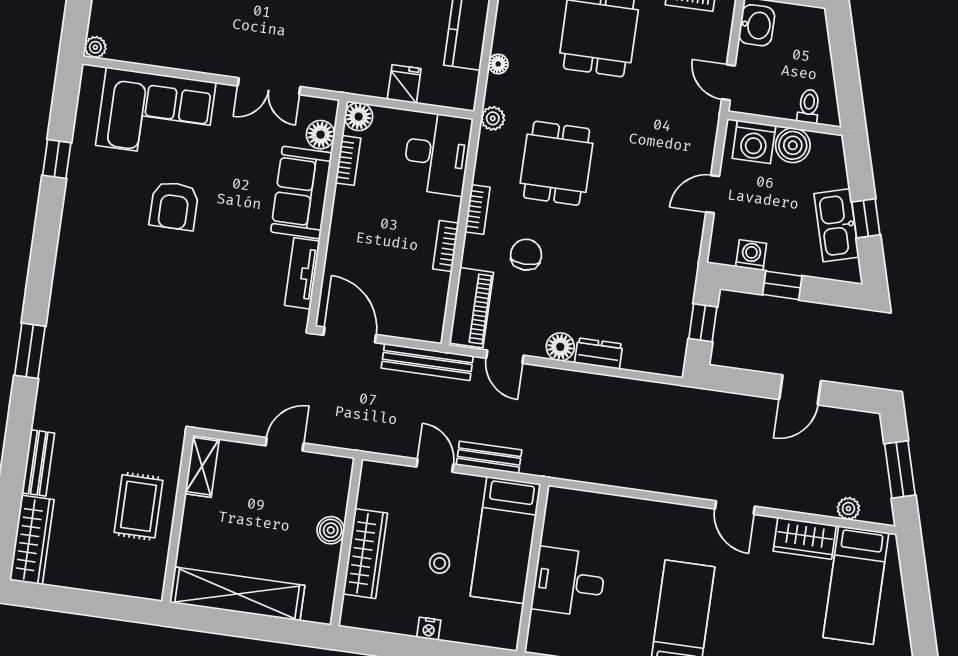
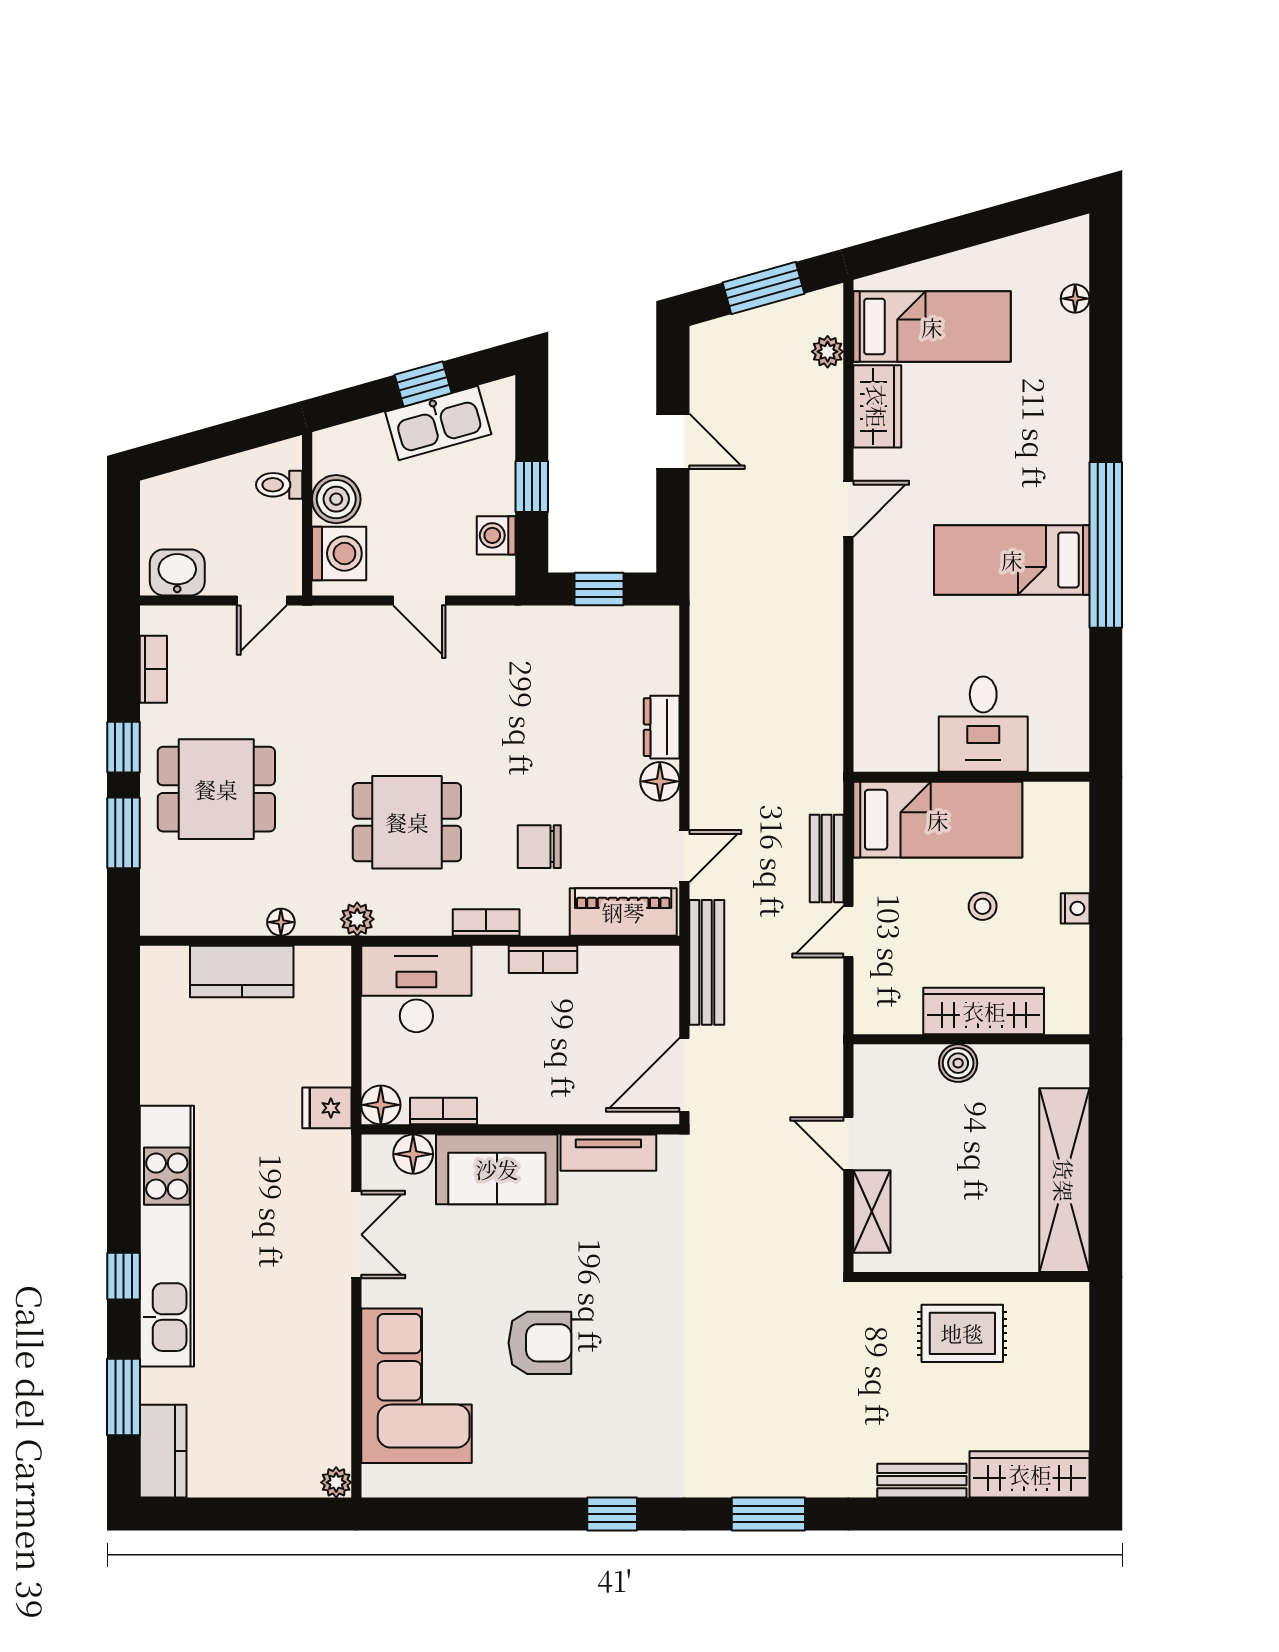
fridge: (404, 84) -> (327, 1108), moved
window: (57, 159) -> (612, 1514), moved
shelving: (202, 466) -> (872, 1211), moved, turned 90

